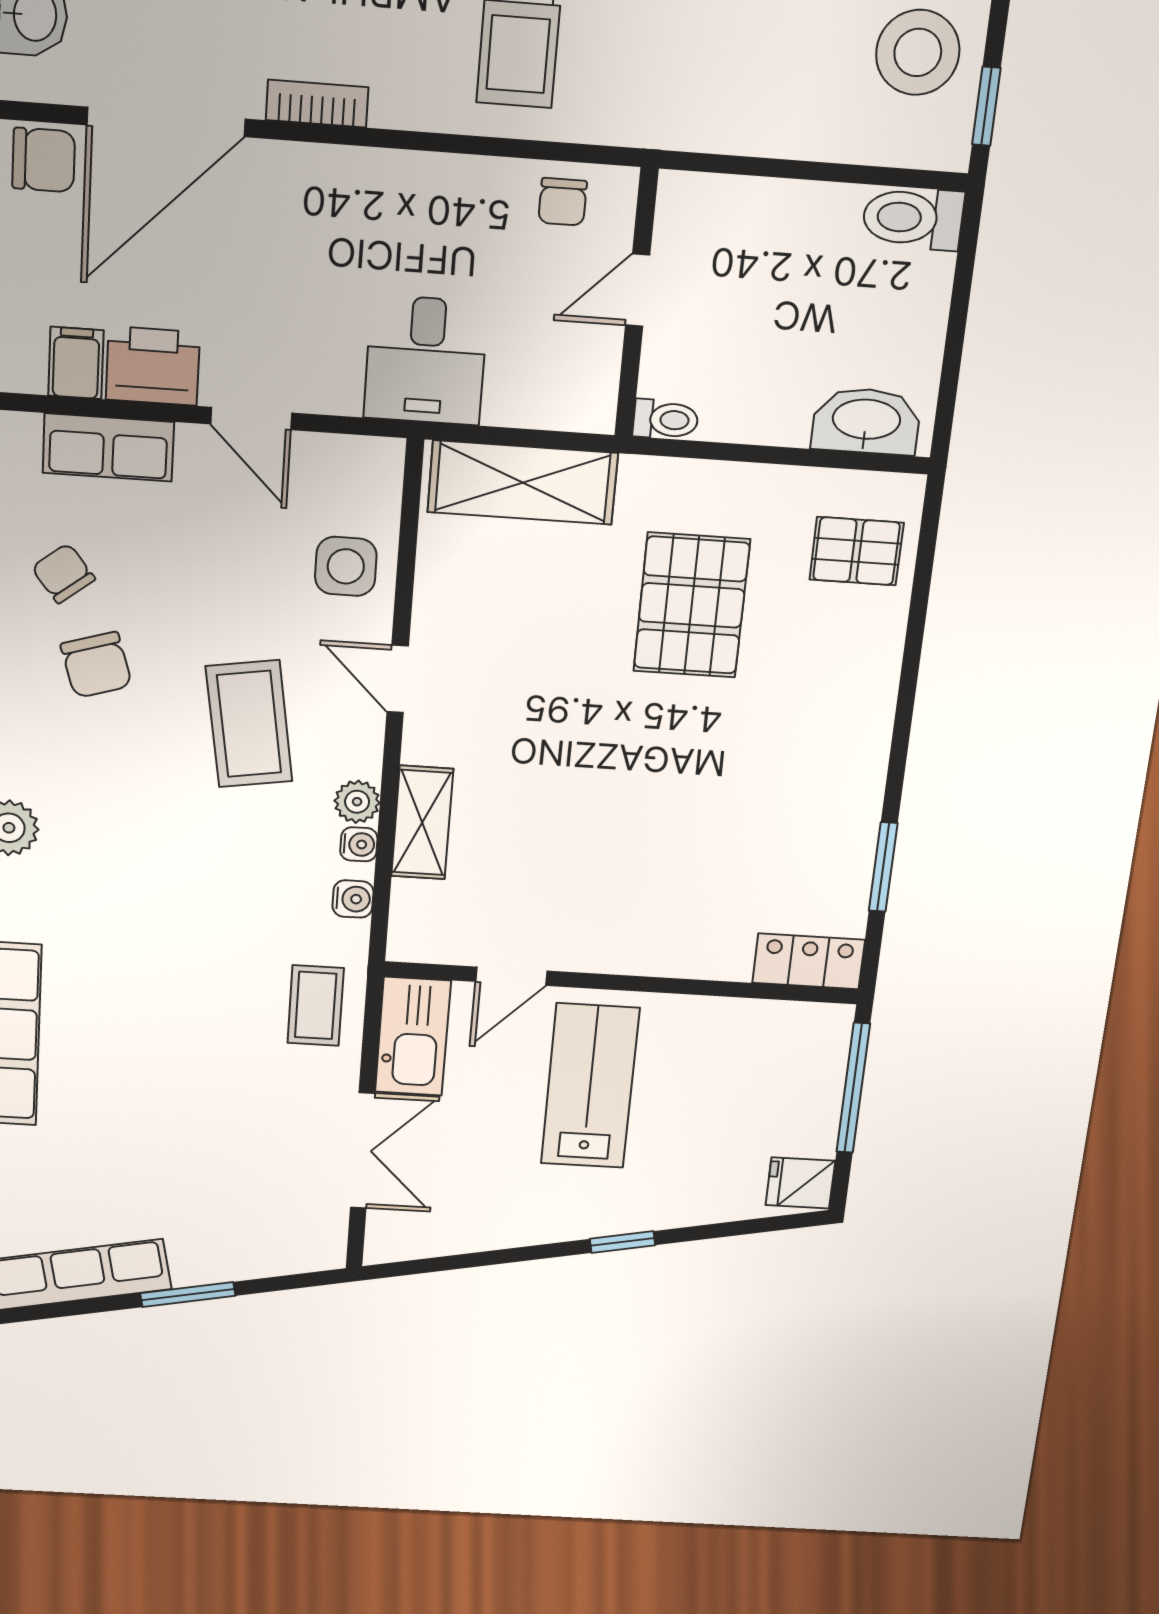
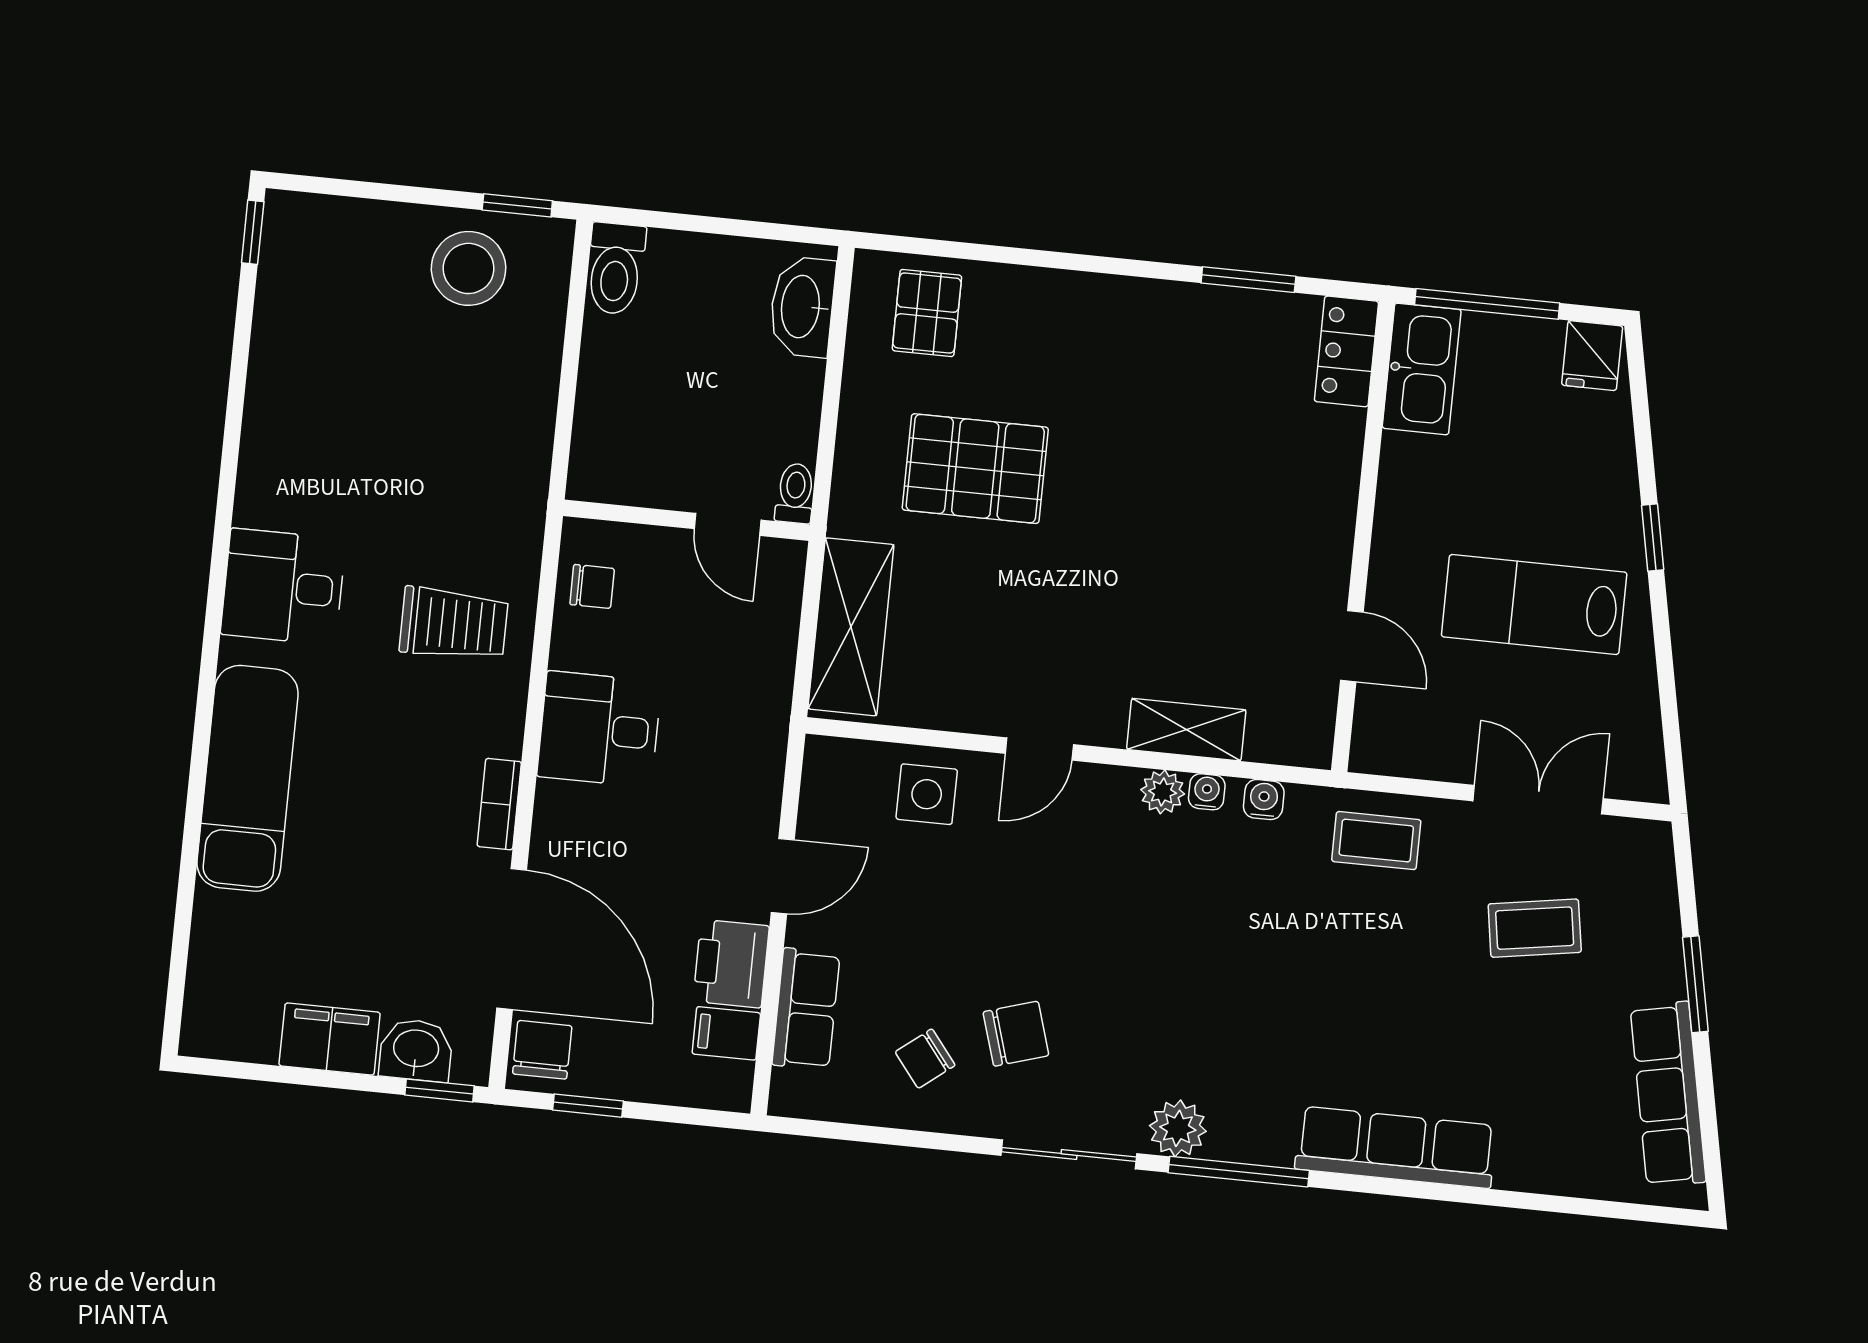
door: (638, 290) -> (728, 524), moved
desk: (426, 360) -> (599, 729), moved, turned 180
coffee table: (249, 724) -> (1535, 928), moved, width x0.73, depth x0.77
kitchen sink: (413, 1036) -> (1422, 369), moved, turned 90
lab bench: (590, 1086) -> (1534, 604), moved

